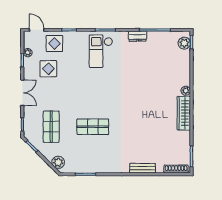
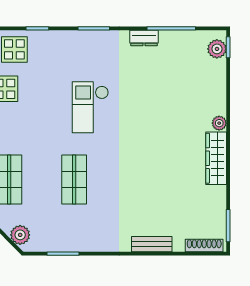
checkout: (101, 51) -> (90, 107), moved
shop shelf: (93, 127) -> (74, 179), turned 90

